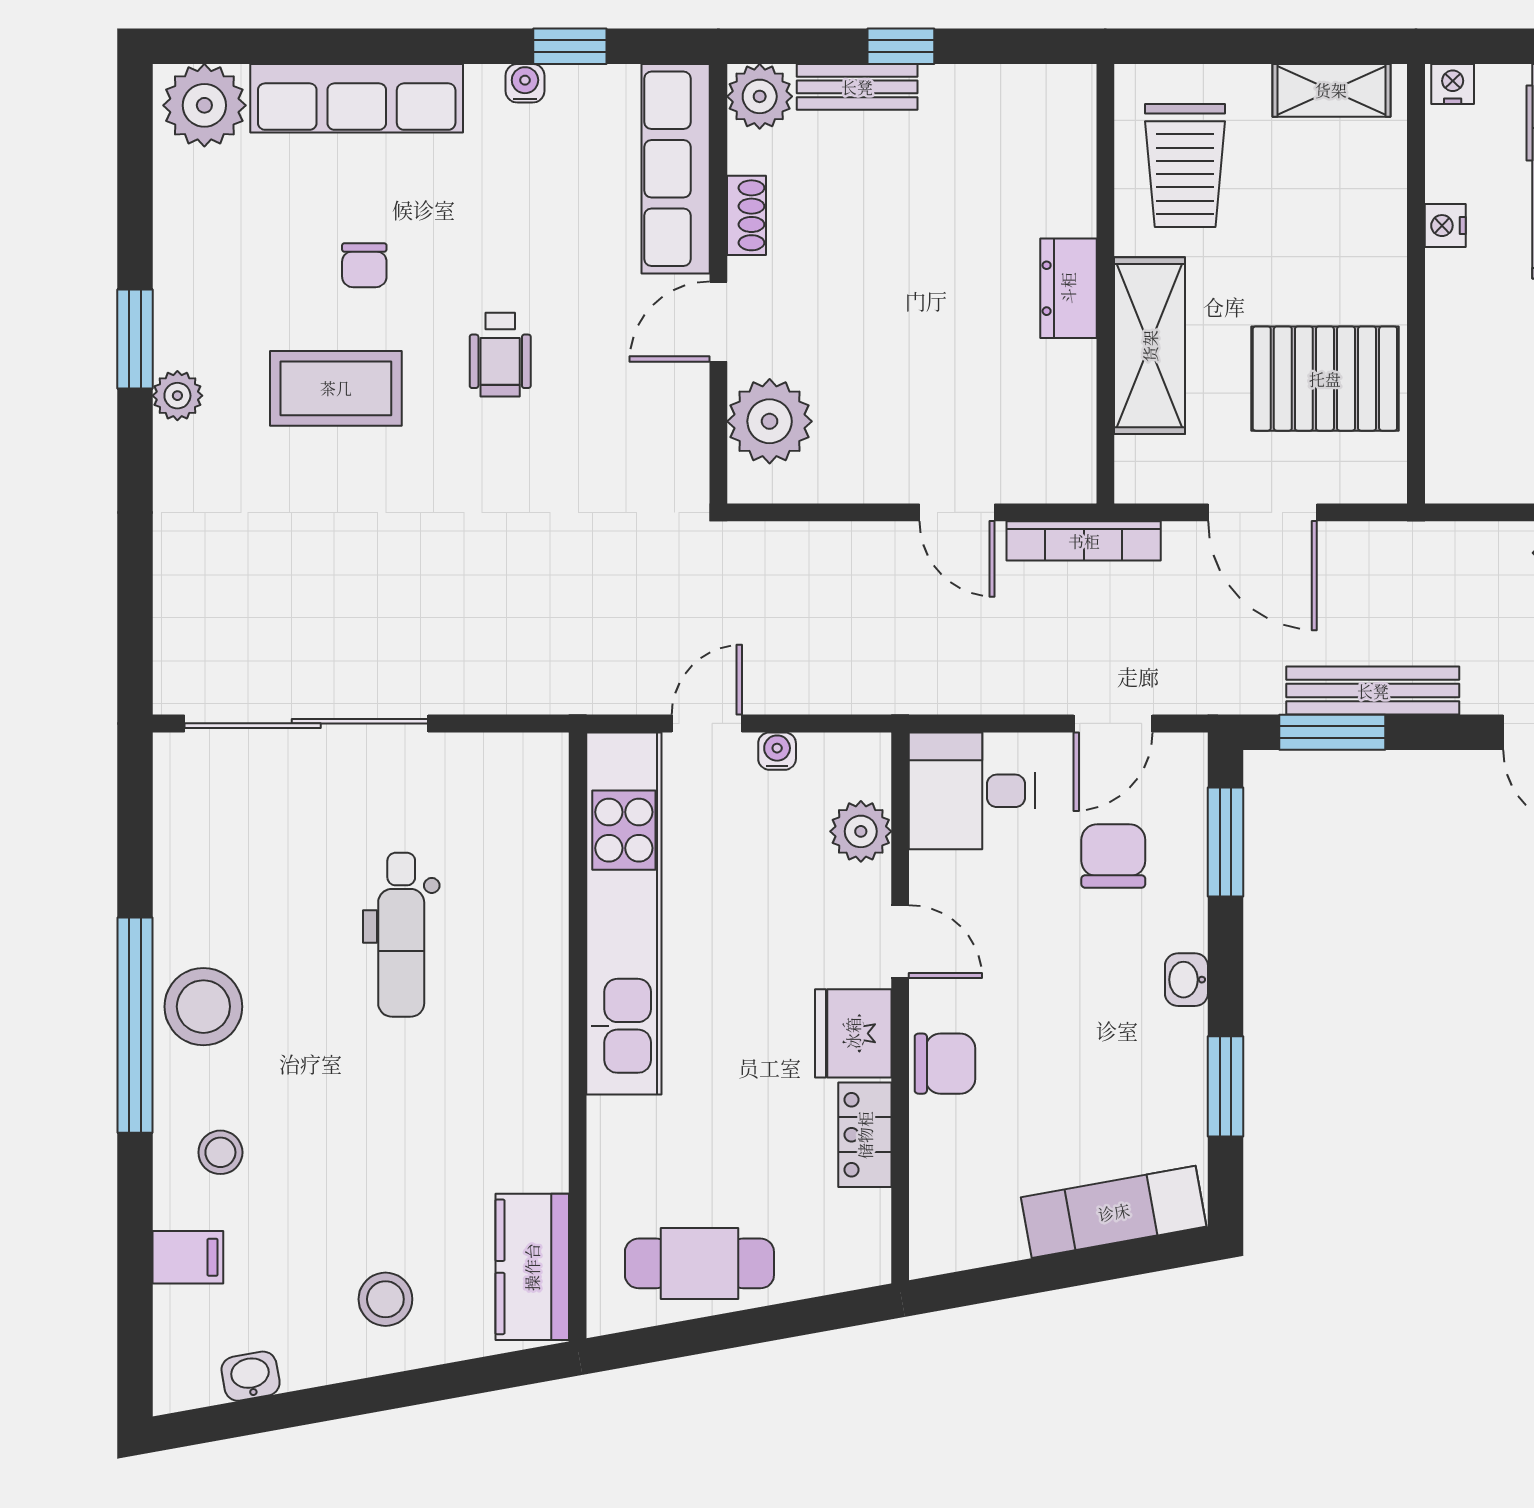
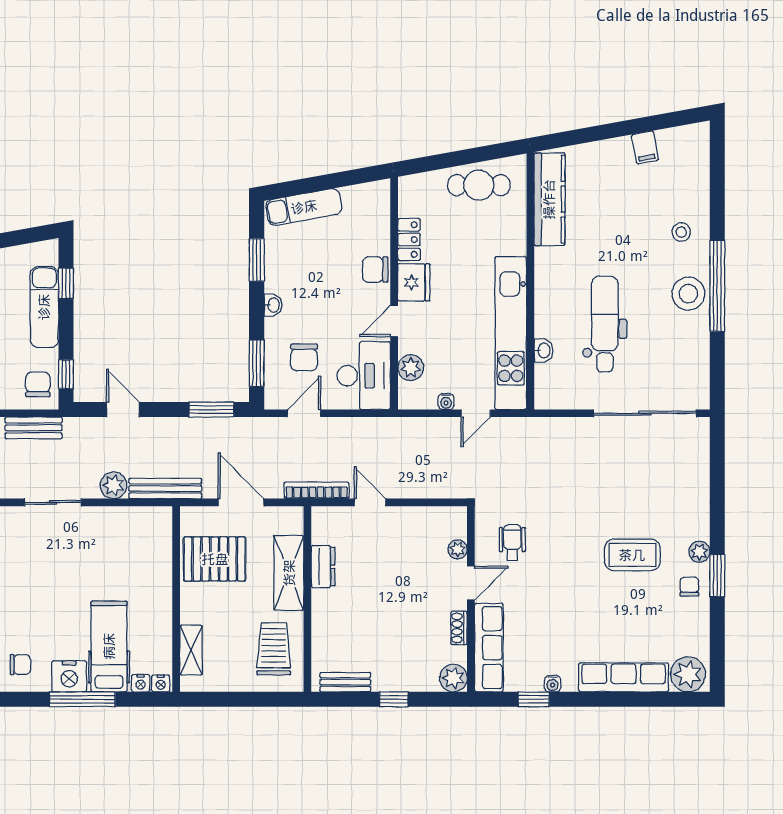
bench: (857, 87) -> (345, 682), moved
shelving: (1331, 90) -> (191, 650), moved, turned 90
nightstand: (1445, 226) -> (141, 683), moved, turned 90
chair: (364, 265) -> (689, 587), moved
dresser: (1068, 288) -> (323, 567), moved
wheelchair: (500, 355) -> (512, 542), moved
plant: (770, 421) -> (458, 549), width x0.53, depth x0.53
bench: (1373, 691) -> (165, 488), moved
desk: (972, 791) -> (364, 376), width x1.37
dental chair: (401, 935) -> (605, 324), width x1.36, depth x1.38
door: (900, 942) -> (394, 321), hinge flipped
filing cabinet: (188, 1257) -> (645, 147), moved, turned -100
kitchen counter: (532, 1267) -> (549, 199), width x1.50
stool: (385, 1299) -> (611, 170), removed
washbasin: (251, 1376) -> (543, 351), moved, turned -80

